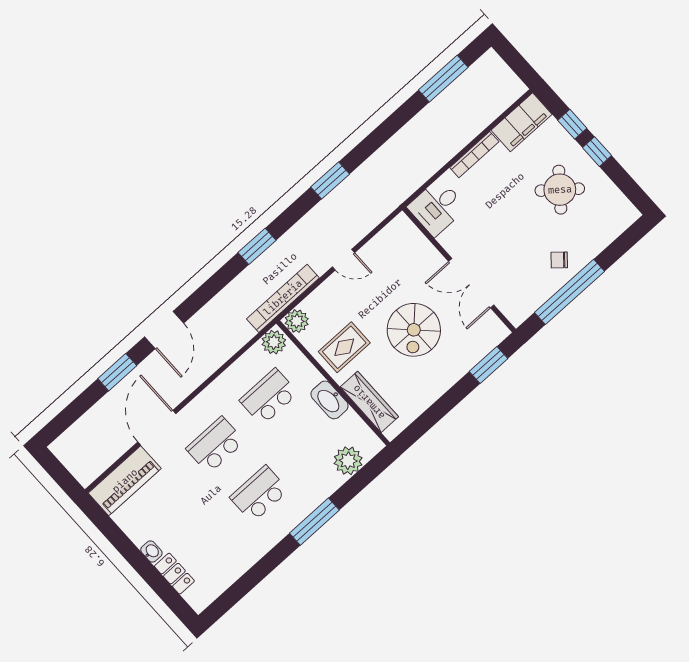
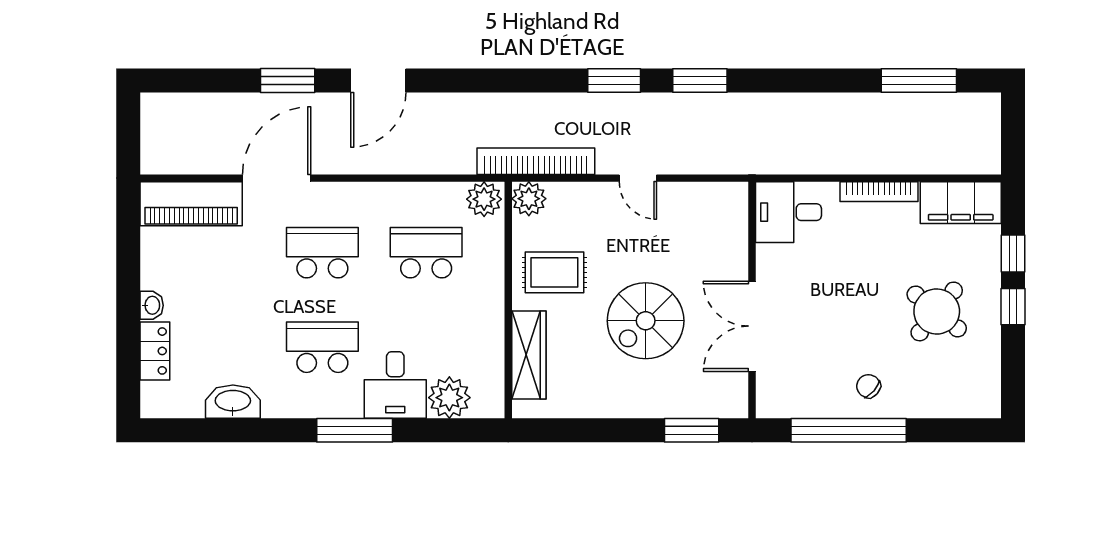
window: (257, 246) -> (614, 81), moved
washbasin: (330, 400) -> (233, 402), moved, turned 90
desk: (314, 479) -> (395, 385), added

